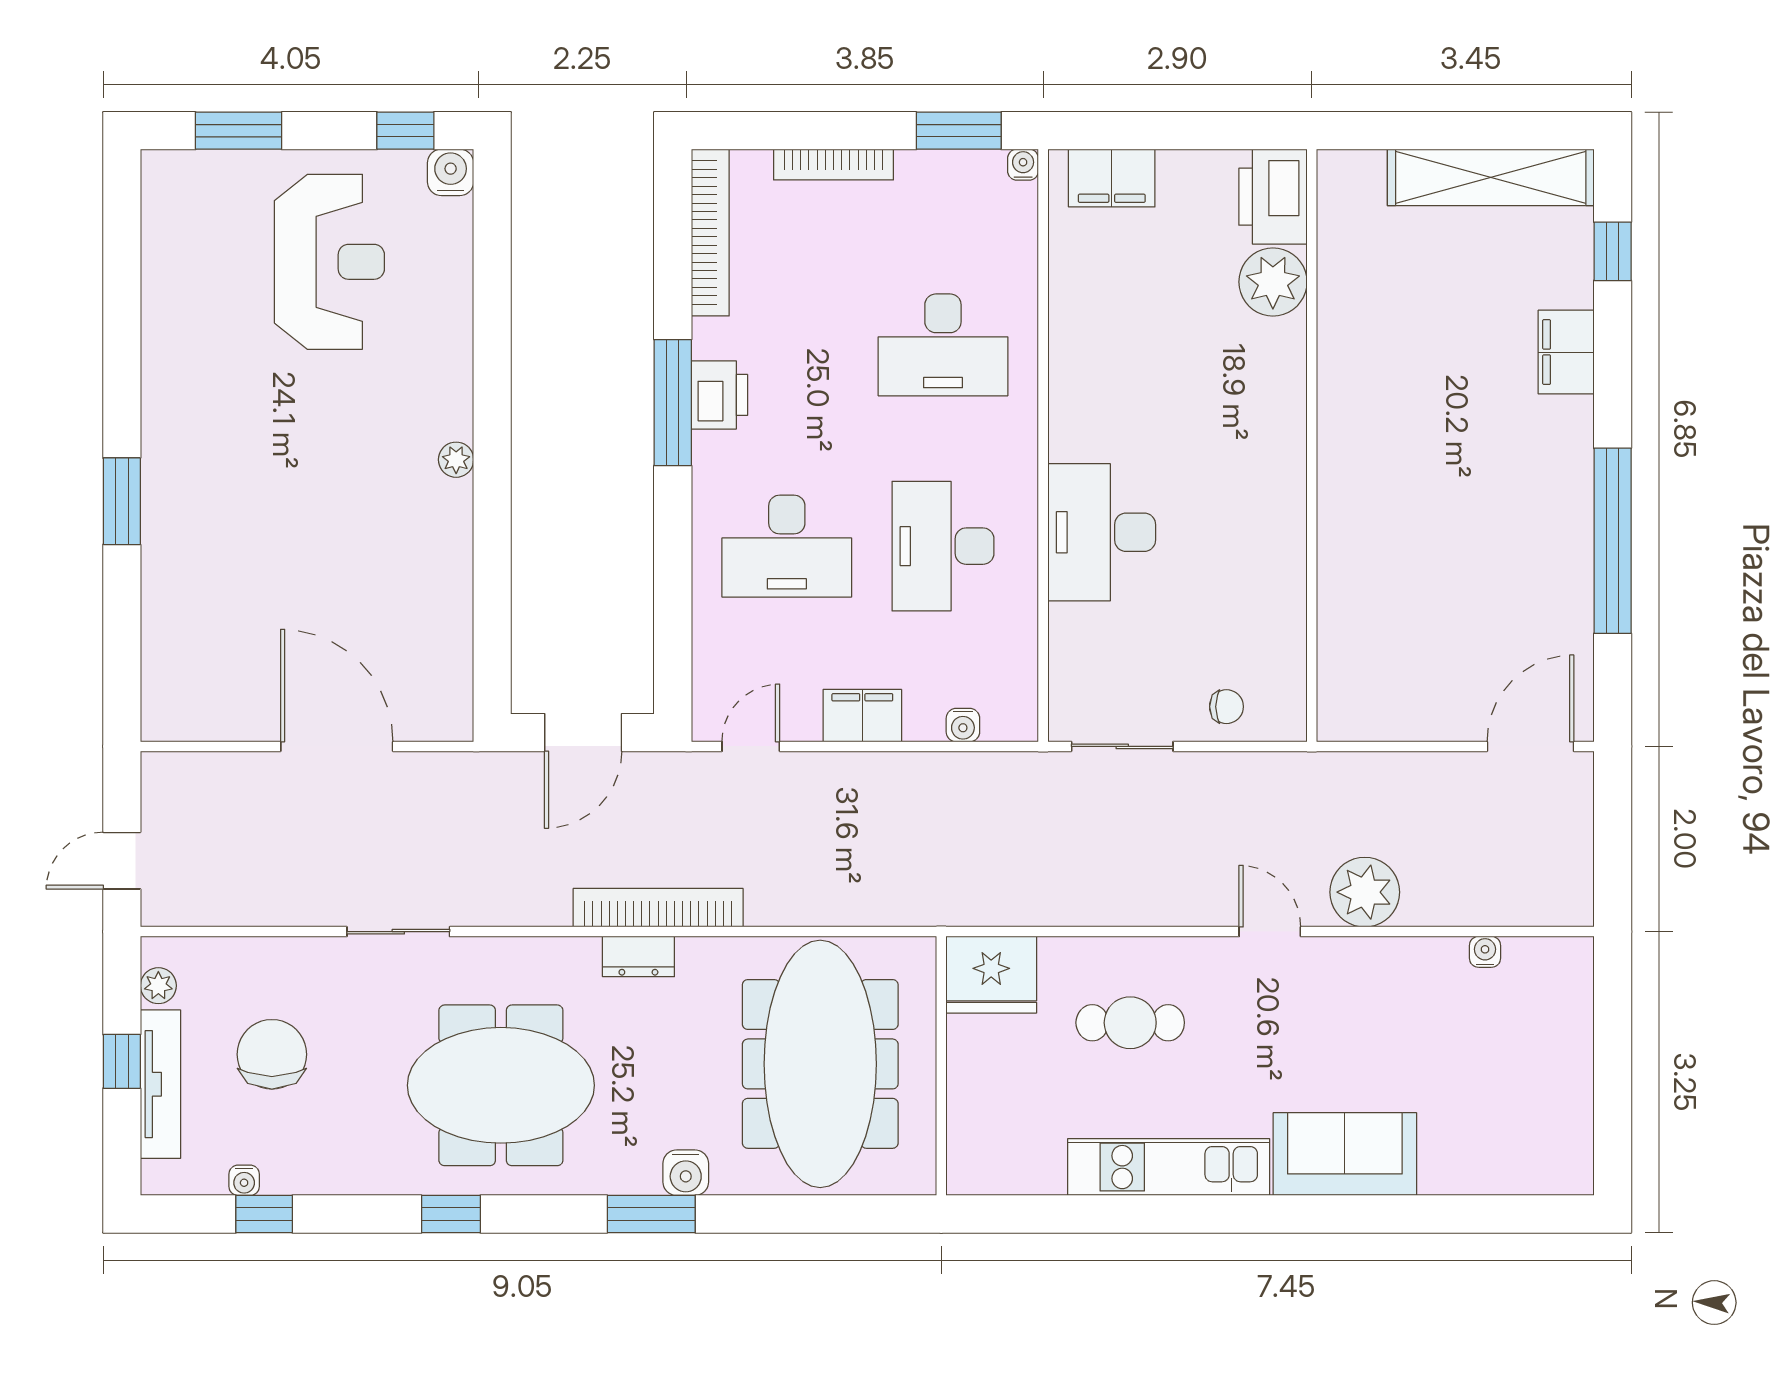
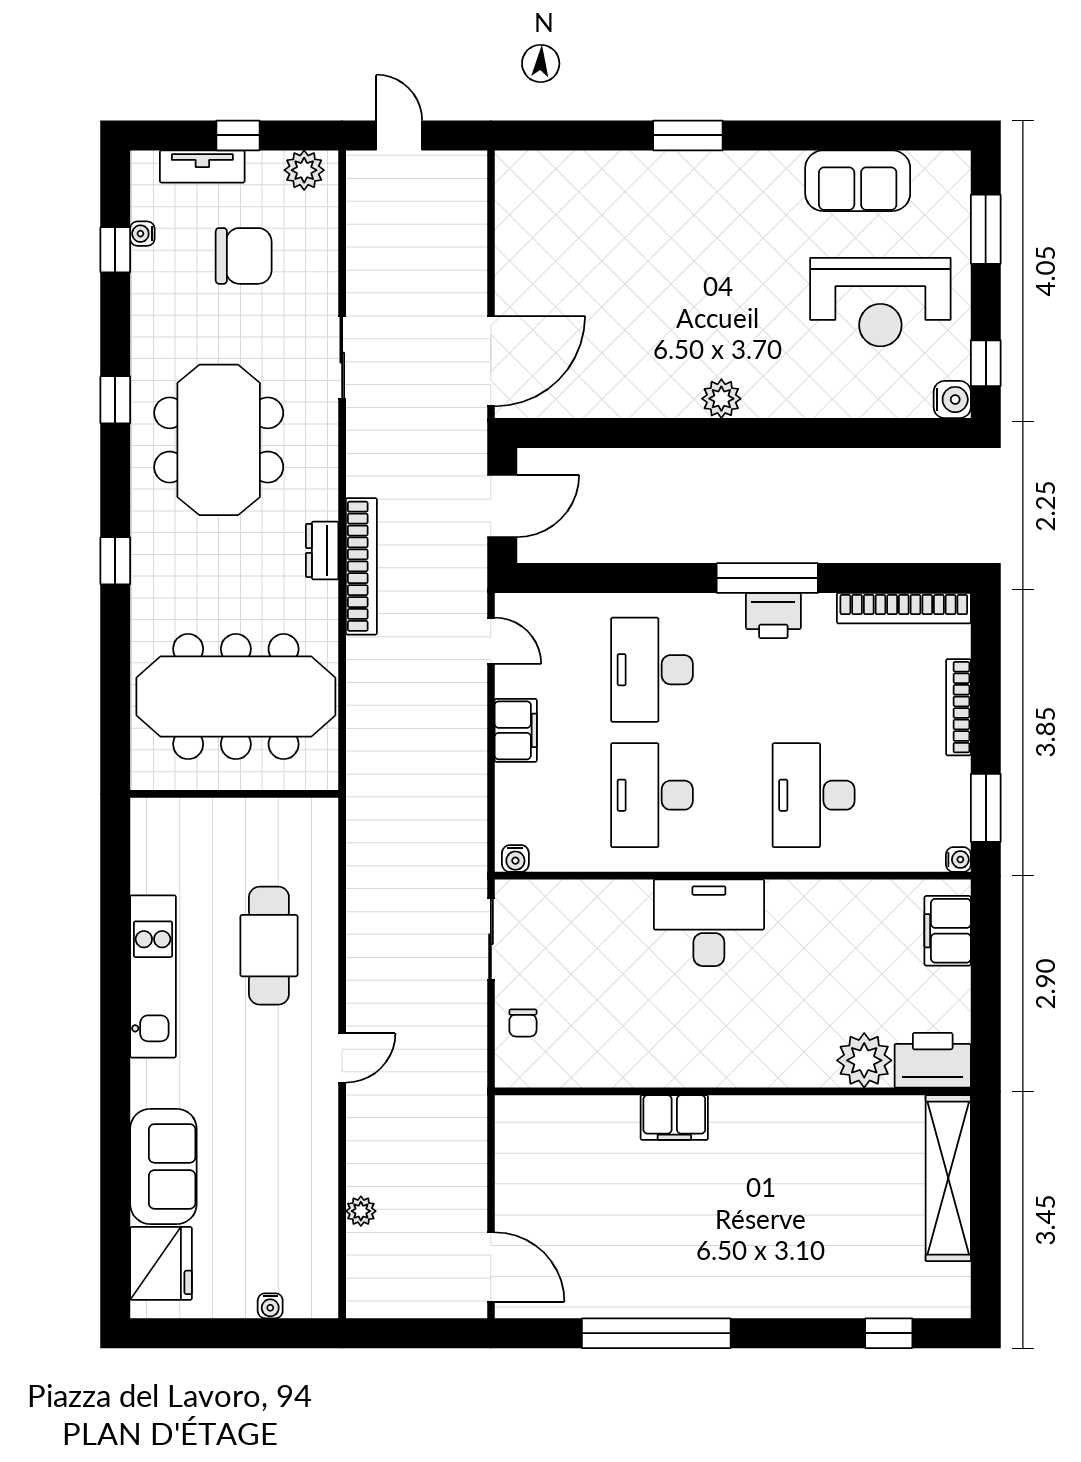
shelving: (1491, 177) -> (948, 1178), moved
sofa: (178, 290) -> (858, 181), added
filing cabinet: (1566, 352) -> (674, 1118), moved, turned 180
plant: (456, 460) -> (721, 399), width x1.38, depth x1.38
desk: (1102, 532) -> (709, 923), moved
desk: (943, 546) -> (652, 795), turned -90
water cooler: (963, 725) -> (515, 858), moved, turned -90
door: (583, 733) -> (502, 506), swing flipped
door: (337, 746) -> (491, 361), moved
plant: (1365, 892) -> (361, 1211), moved, width x0.53, depth x0.53
water cooler: (1485, 952) -> (270, 1306), moved, turned 90
fridge: (991, 975) -> (161, 1263), moved, turned 180
plant: (158, 986) -> (304, 170), width x1.38, depth x1.38
cafe table: (1130, 1023) -> (269, 946), width x1.37, depth x1.35
tv unit: (160, 1084) -> (202, 166), width x0.71
sofa: (1345, 1154) -> (163, 1166), moved
water cooler: (686, 1173) -> (148, 588), removed
window: (651, 1214) -> (115, 561), width x0.67

